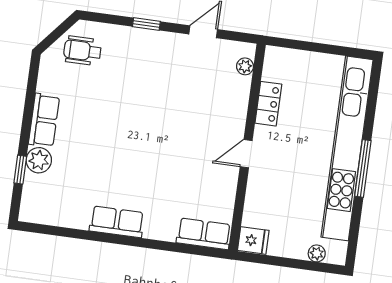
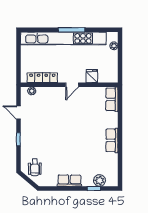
locker: (268, 104) -> (42, 78), width x1.53
door: (246, 154) -> (72, 85), hinge flipped
plant: (39, 160) -> (100, 181), moved
fridge: (253, 240) -> (92, 76), moved

